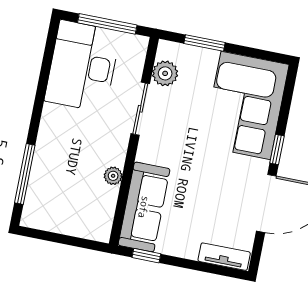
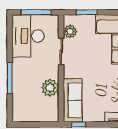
window: (25, 174) -> (10, 78), moved
plant: (113, 176) -> (50, 88), width x1.88, depth x1.88

